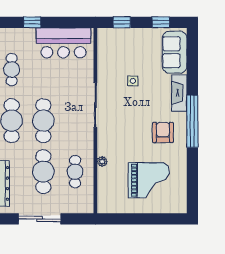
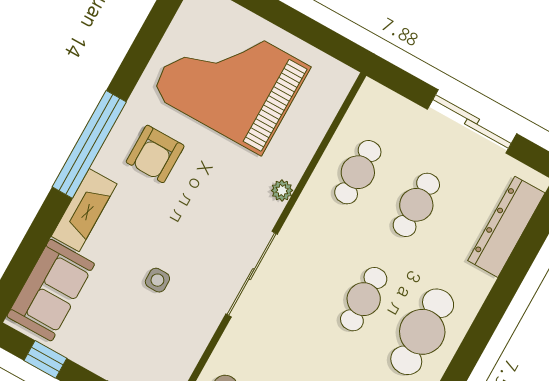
cafe table: (43, 121) -> (364, 299), width x0.73, depth x0.74
plant: (102, 162) -> (282, 190), moved
cafe table: (43, 172) -> (416, 205), width x0.73, depth x0.74
grand piano: (149, 180) -> (230, 80), width x1.37, depth x1.48

